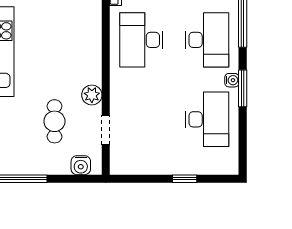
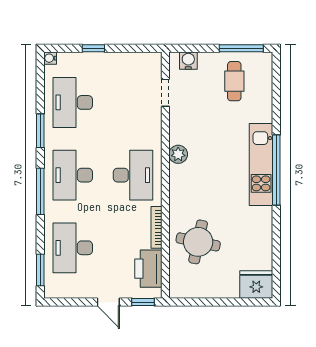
water cooler: (232, 80) -> (50, 58), moved
plant: (92, 95) -> (178, 154), moved
cafe table: (54, 121) -> (234, 81), moved

